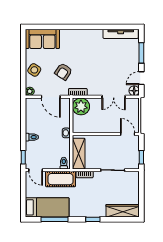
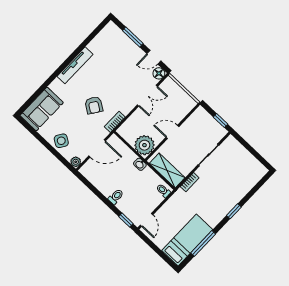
tv unit: (121, 34) -> (75, 65), moved
armchair: (63, 72) -> (94, 105), moved
door: (141, 78) -> (154, 57), hinge flipped
plant: (81, 106) -> (144, 145), moved
door: (128, 134) -> (172, 132), moved
door: (36, 170) -> (147, 220), hinge flipped
cot: (61, 179) -> (174, 206), removed
wardrobe: (123, 211) -> (251, 179), removed

